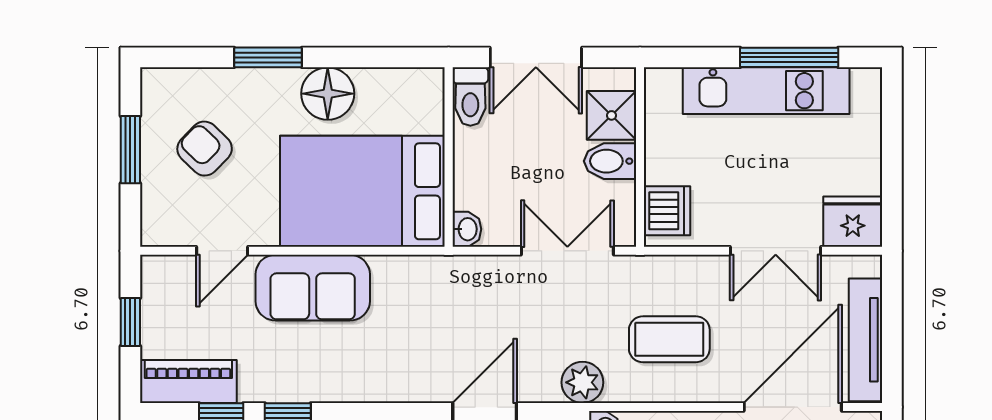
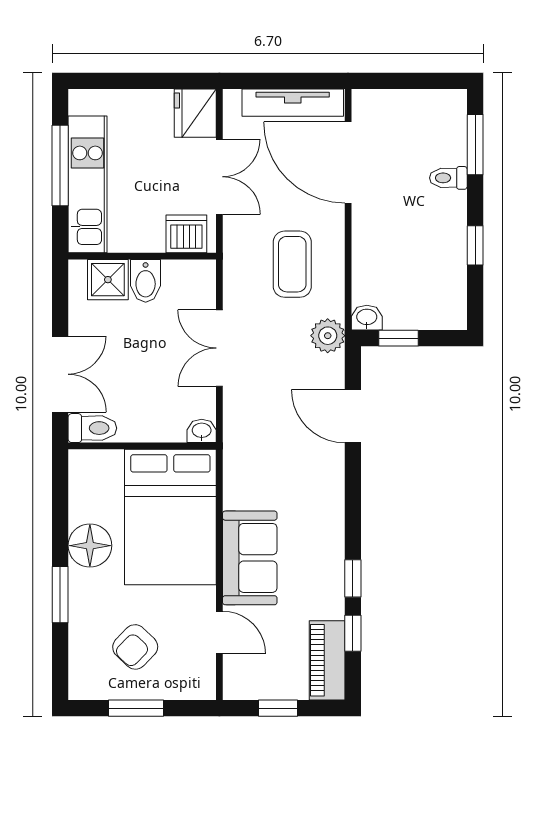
shower: (612, 115) -> (108, 280), moved
wall: (640, 157) -> (142, 256), moved
bidet: (610, 161) -> (146, 281), moved
dishwasher: (667, 211) -> (186, 234), moved

